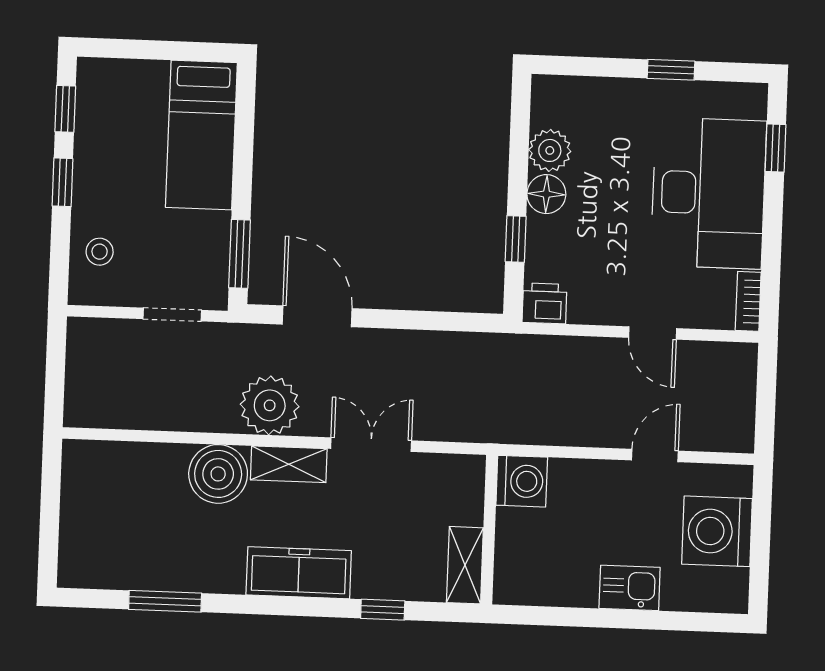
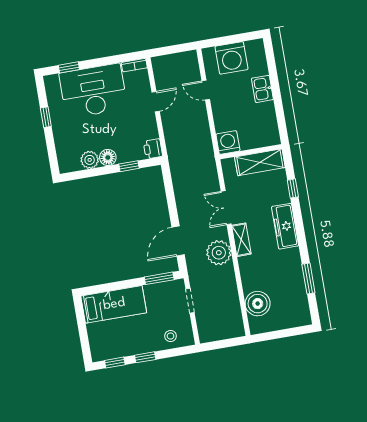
boiler: (218, 474) -> (258, 304), moved
shelving: (465, 565) -> (260, 162), width x1.50, depth x1.33

